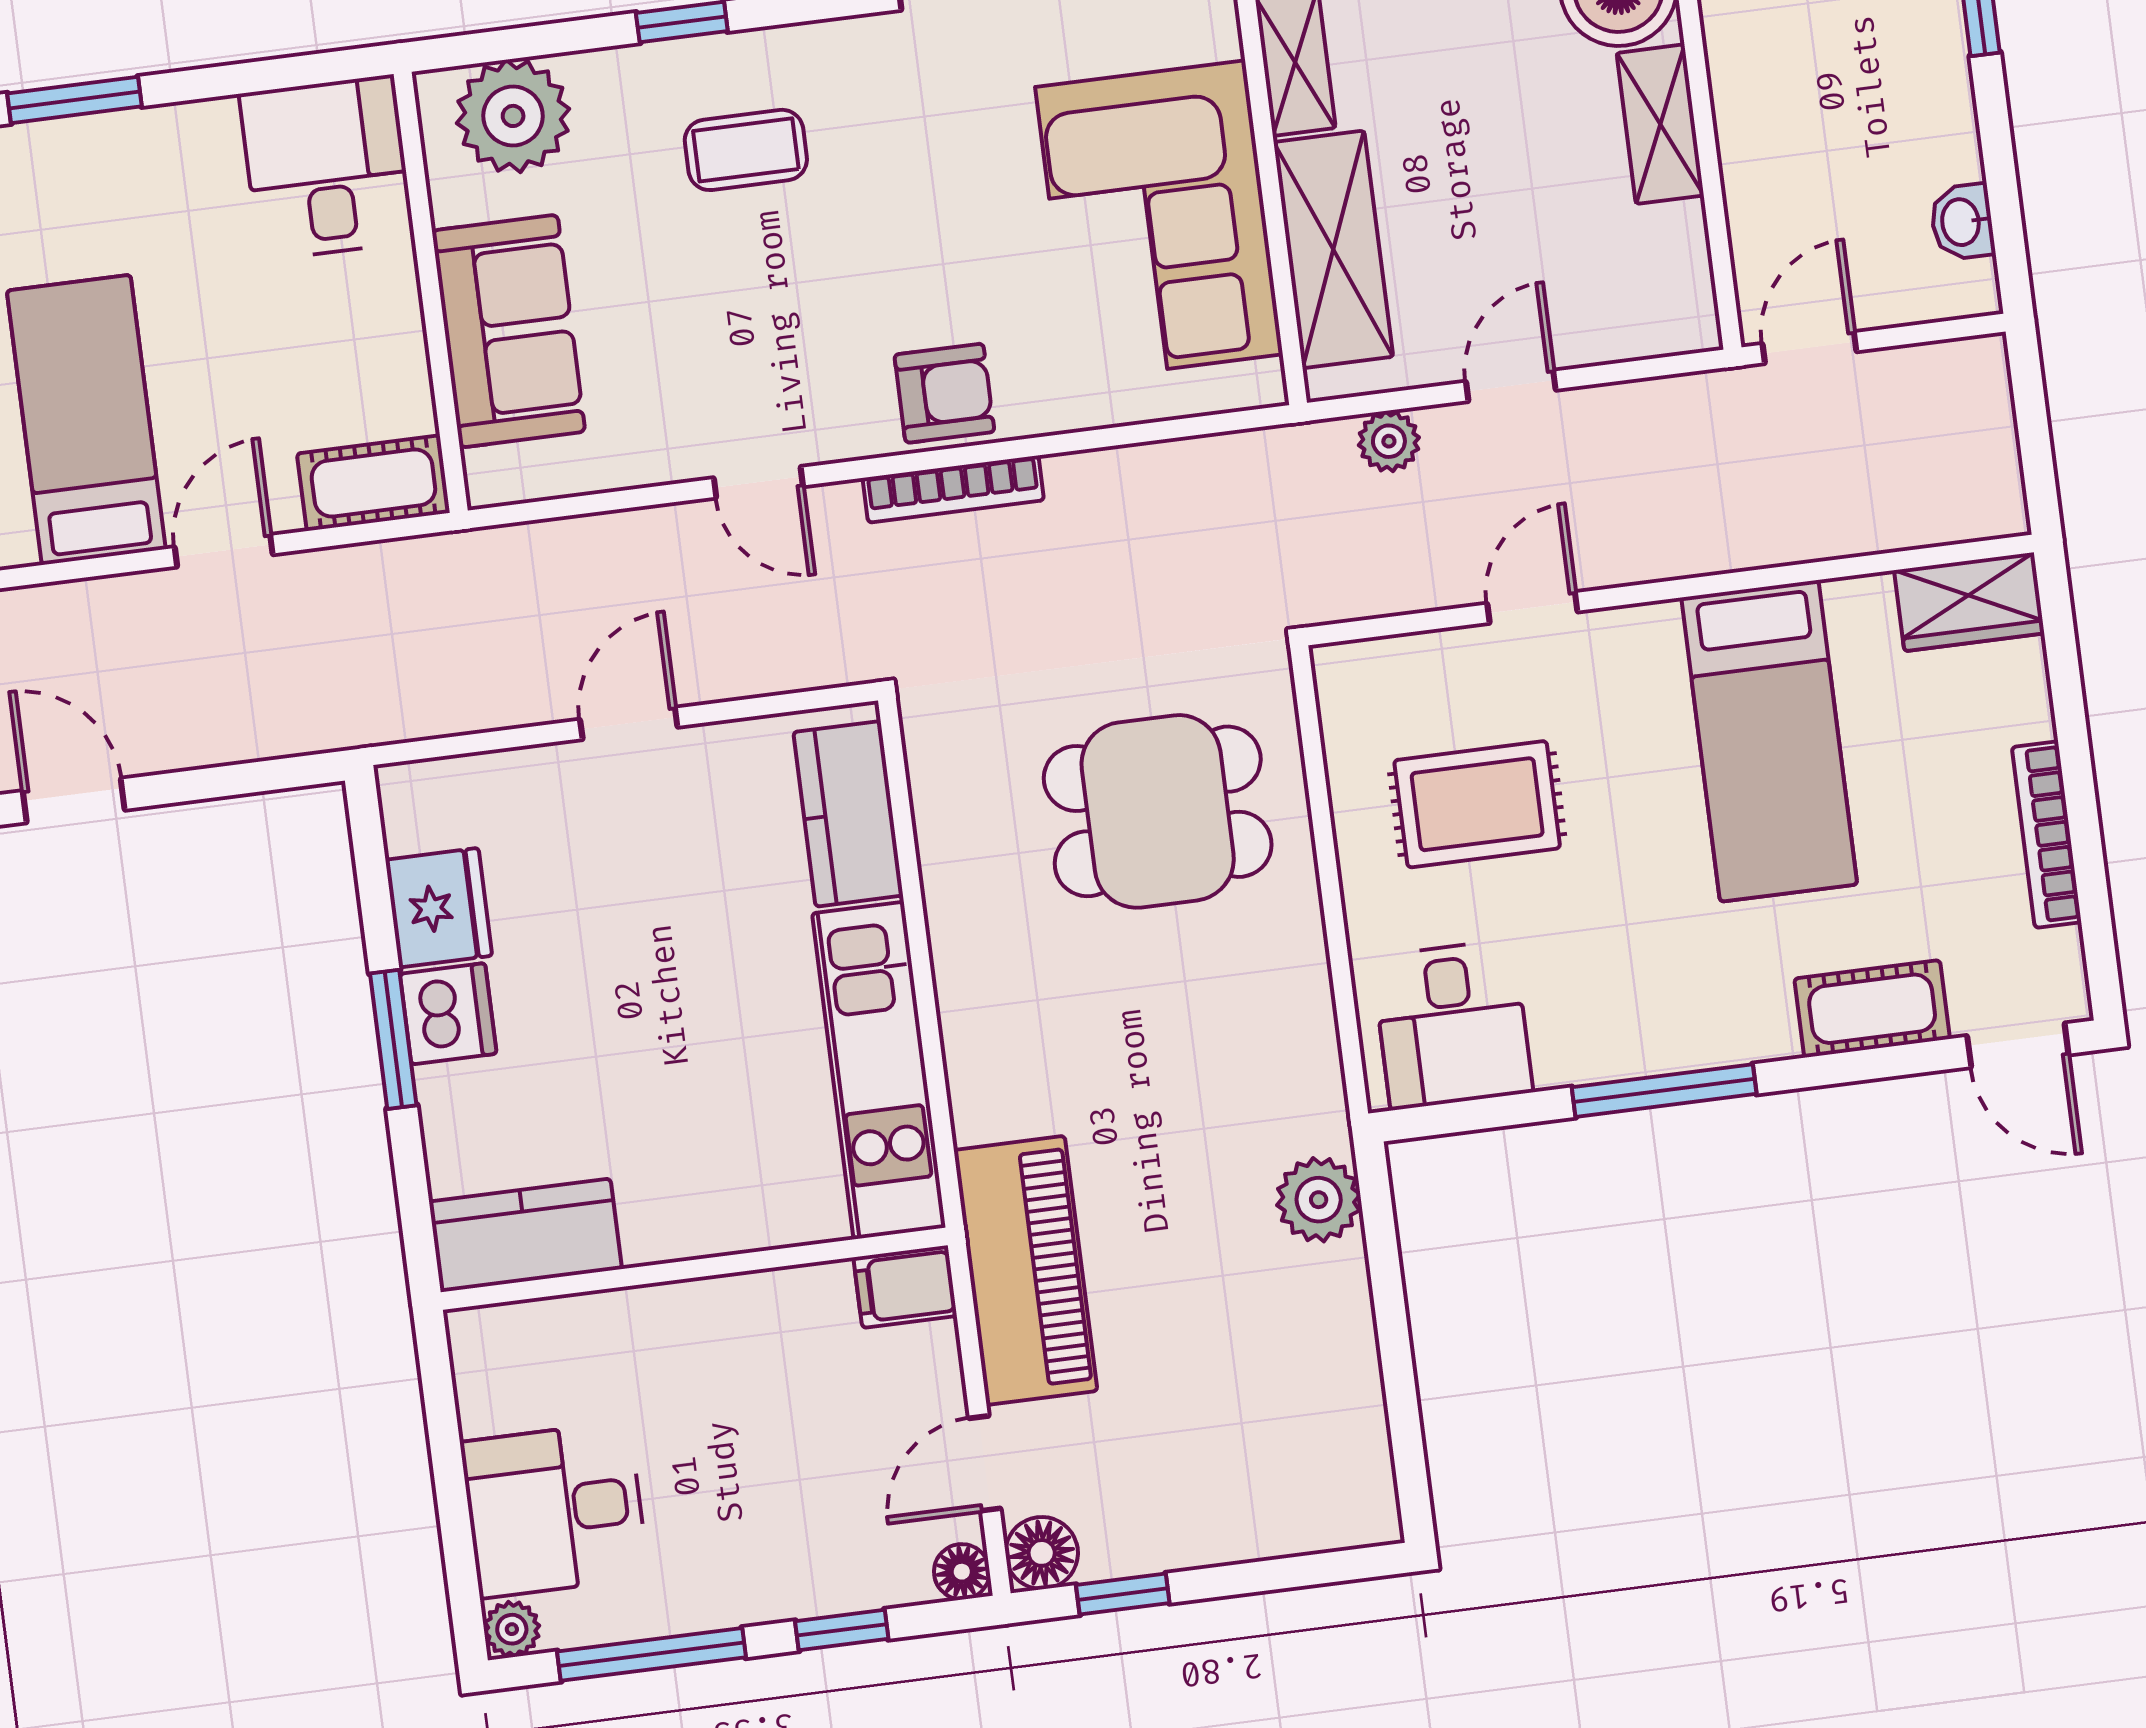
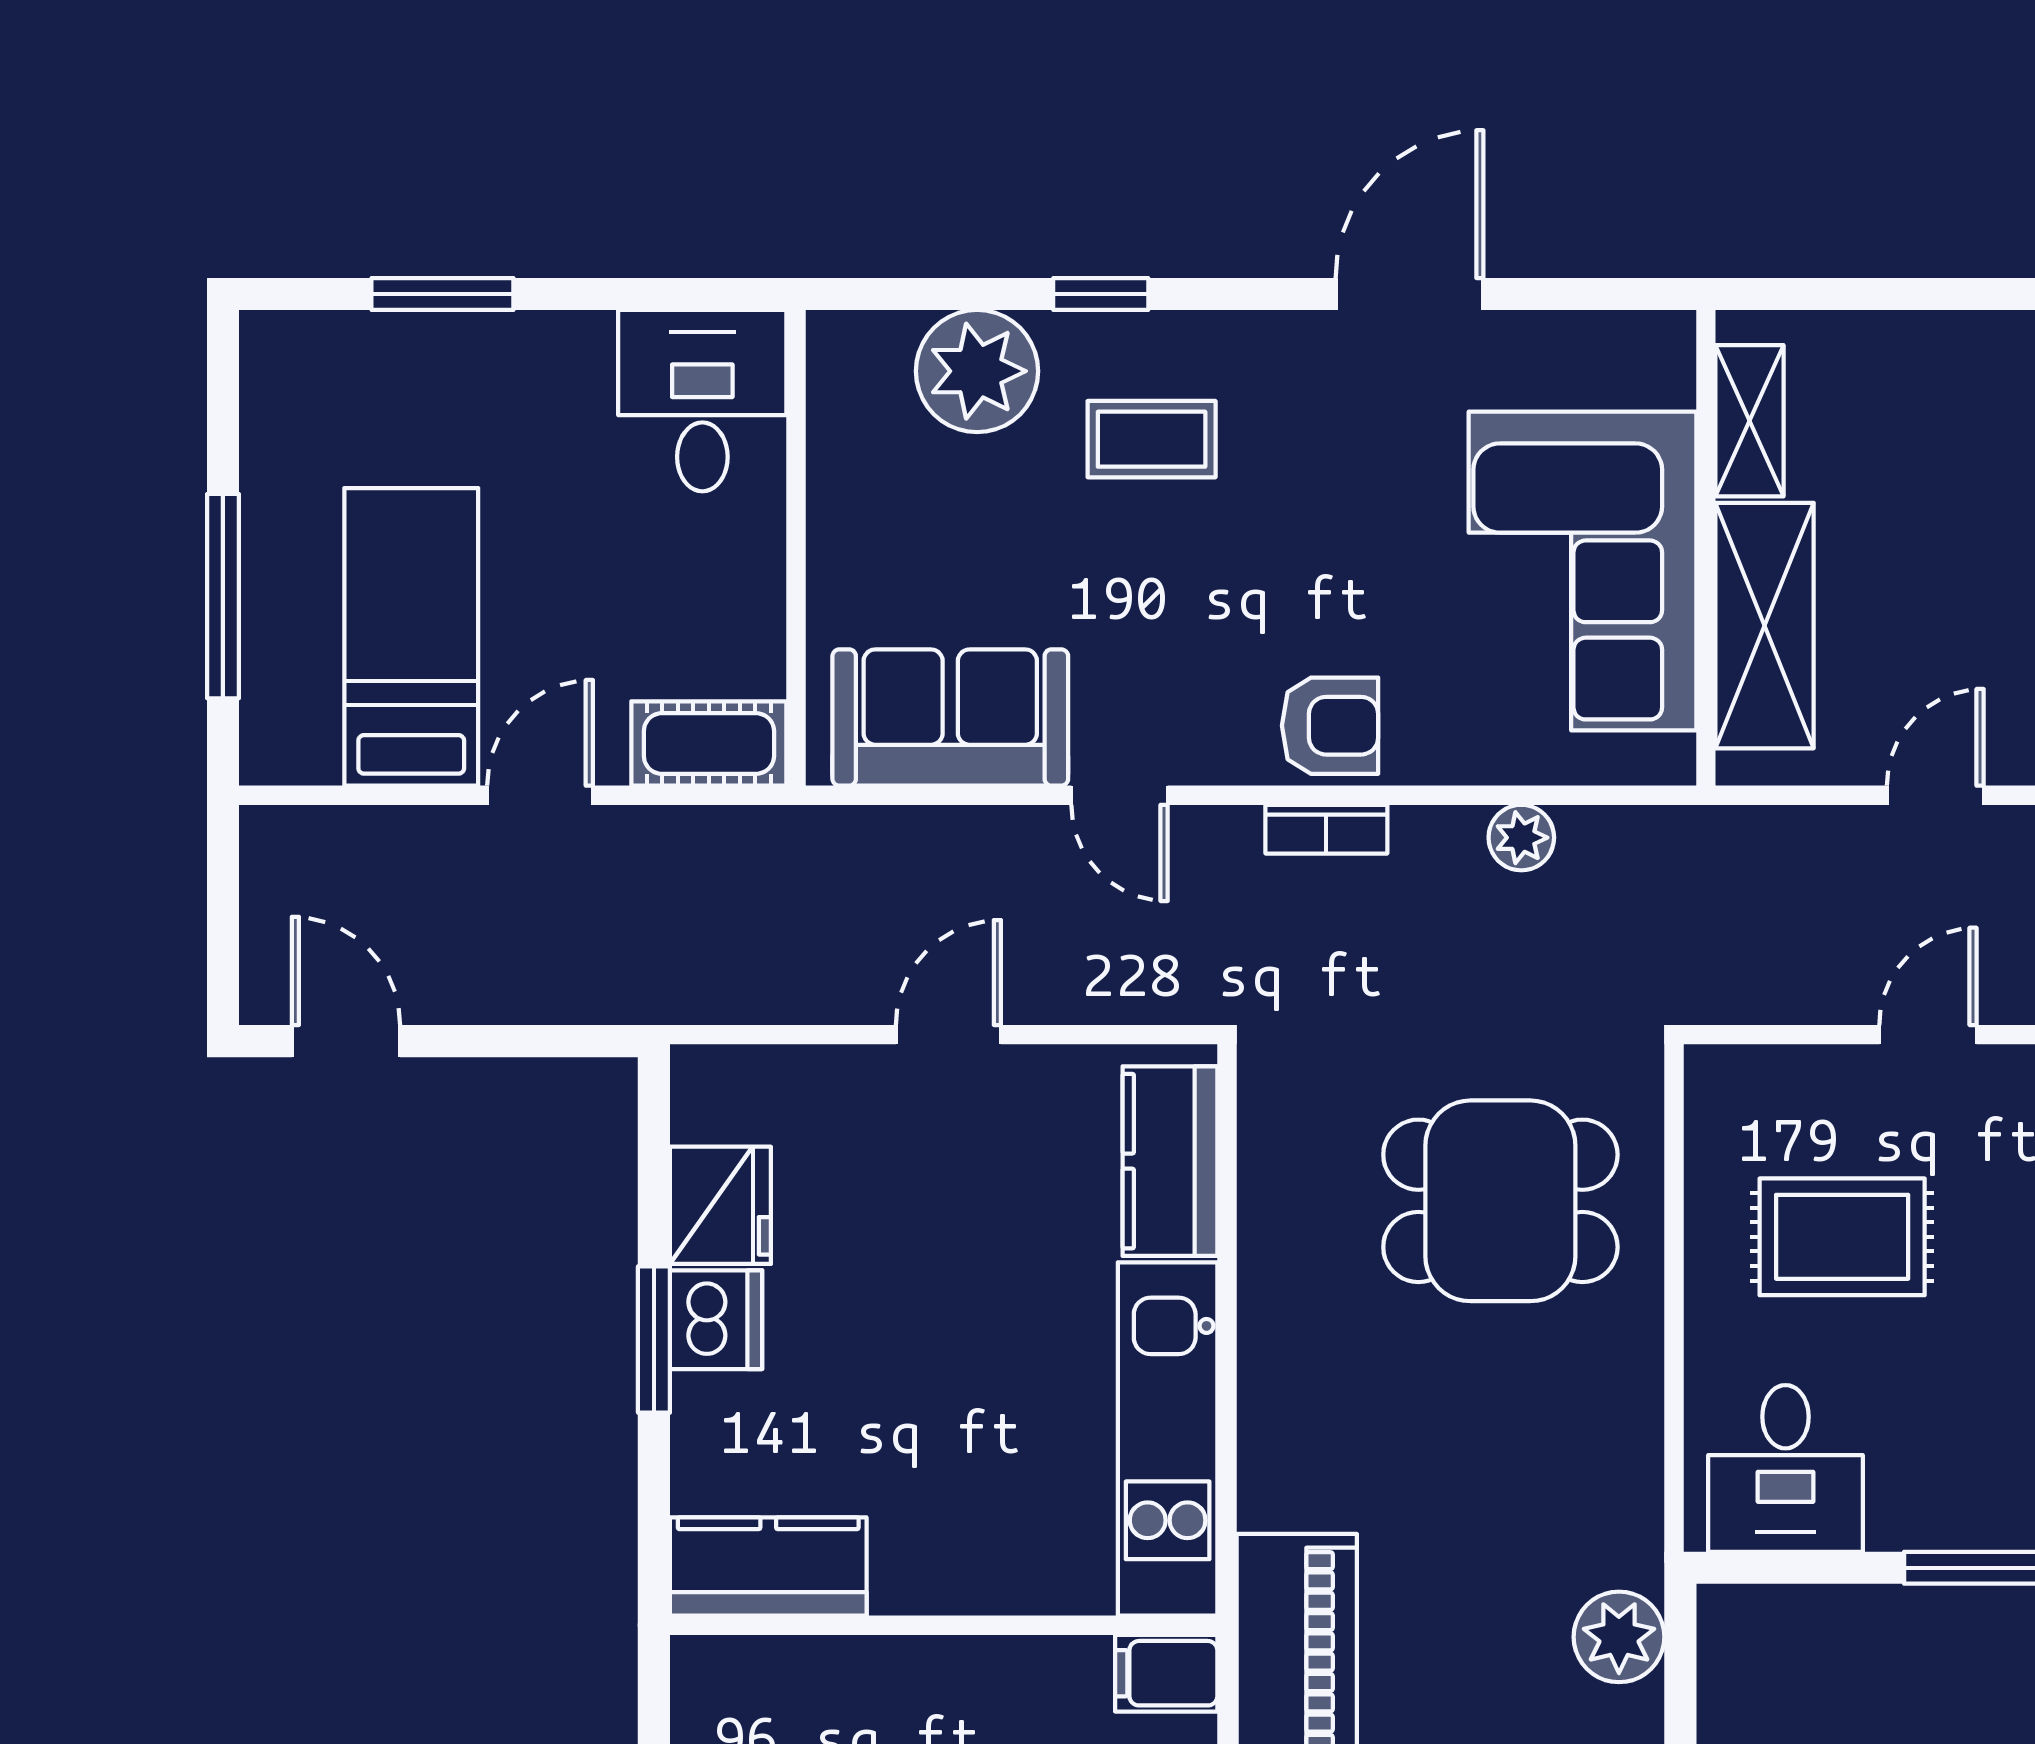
plant: (513, 116) -> (977, 371), moved
sofa: (509, 331) -> (950, 718), moved, turned -90
plant: (1389, 441) -> (1521, 838), moved
bookcase: (953, 489) -> (1326, 829), width x0.64

